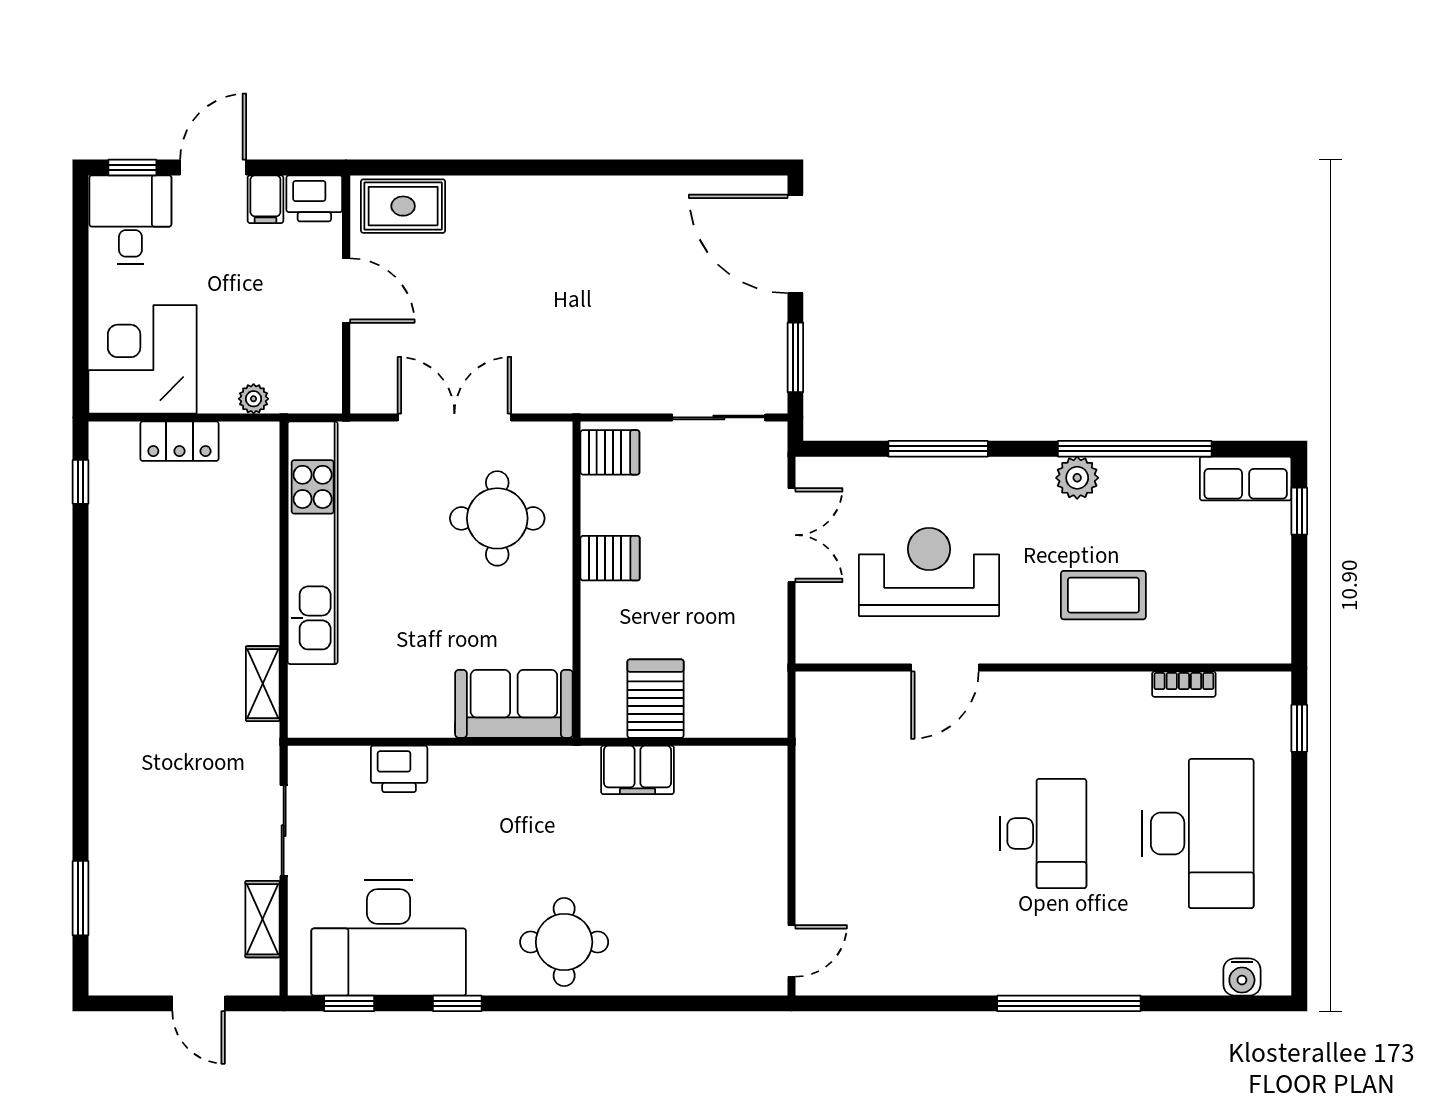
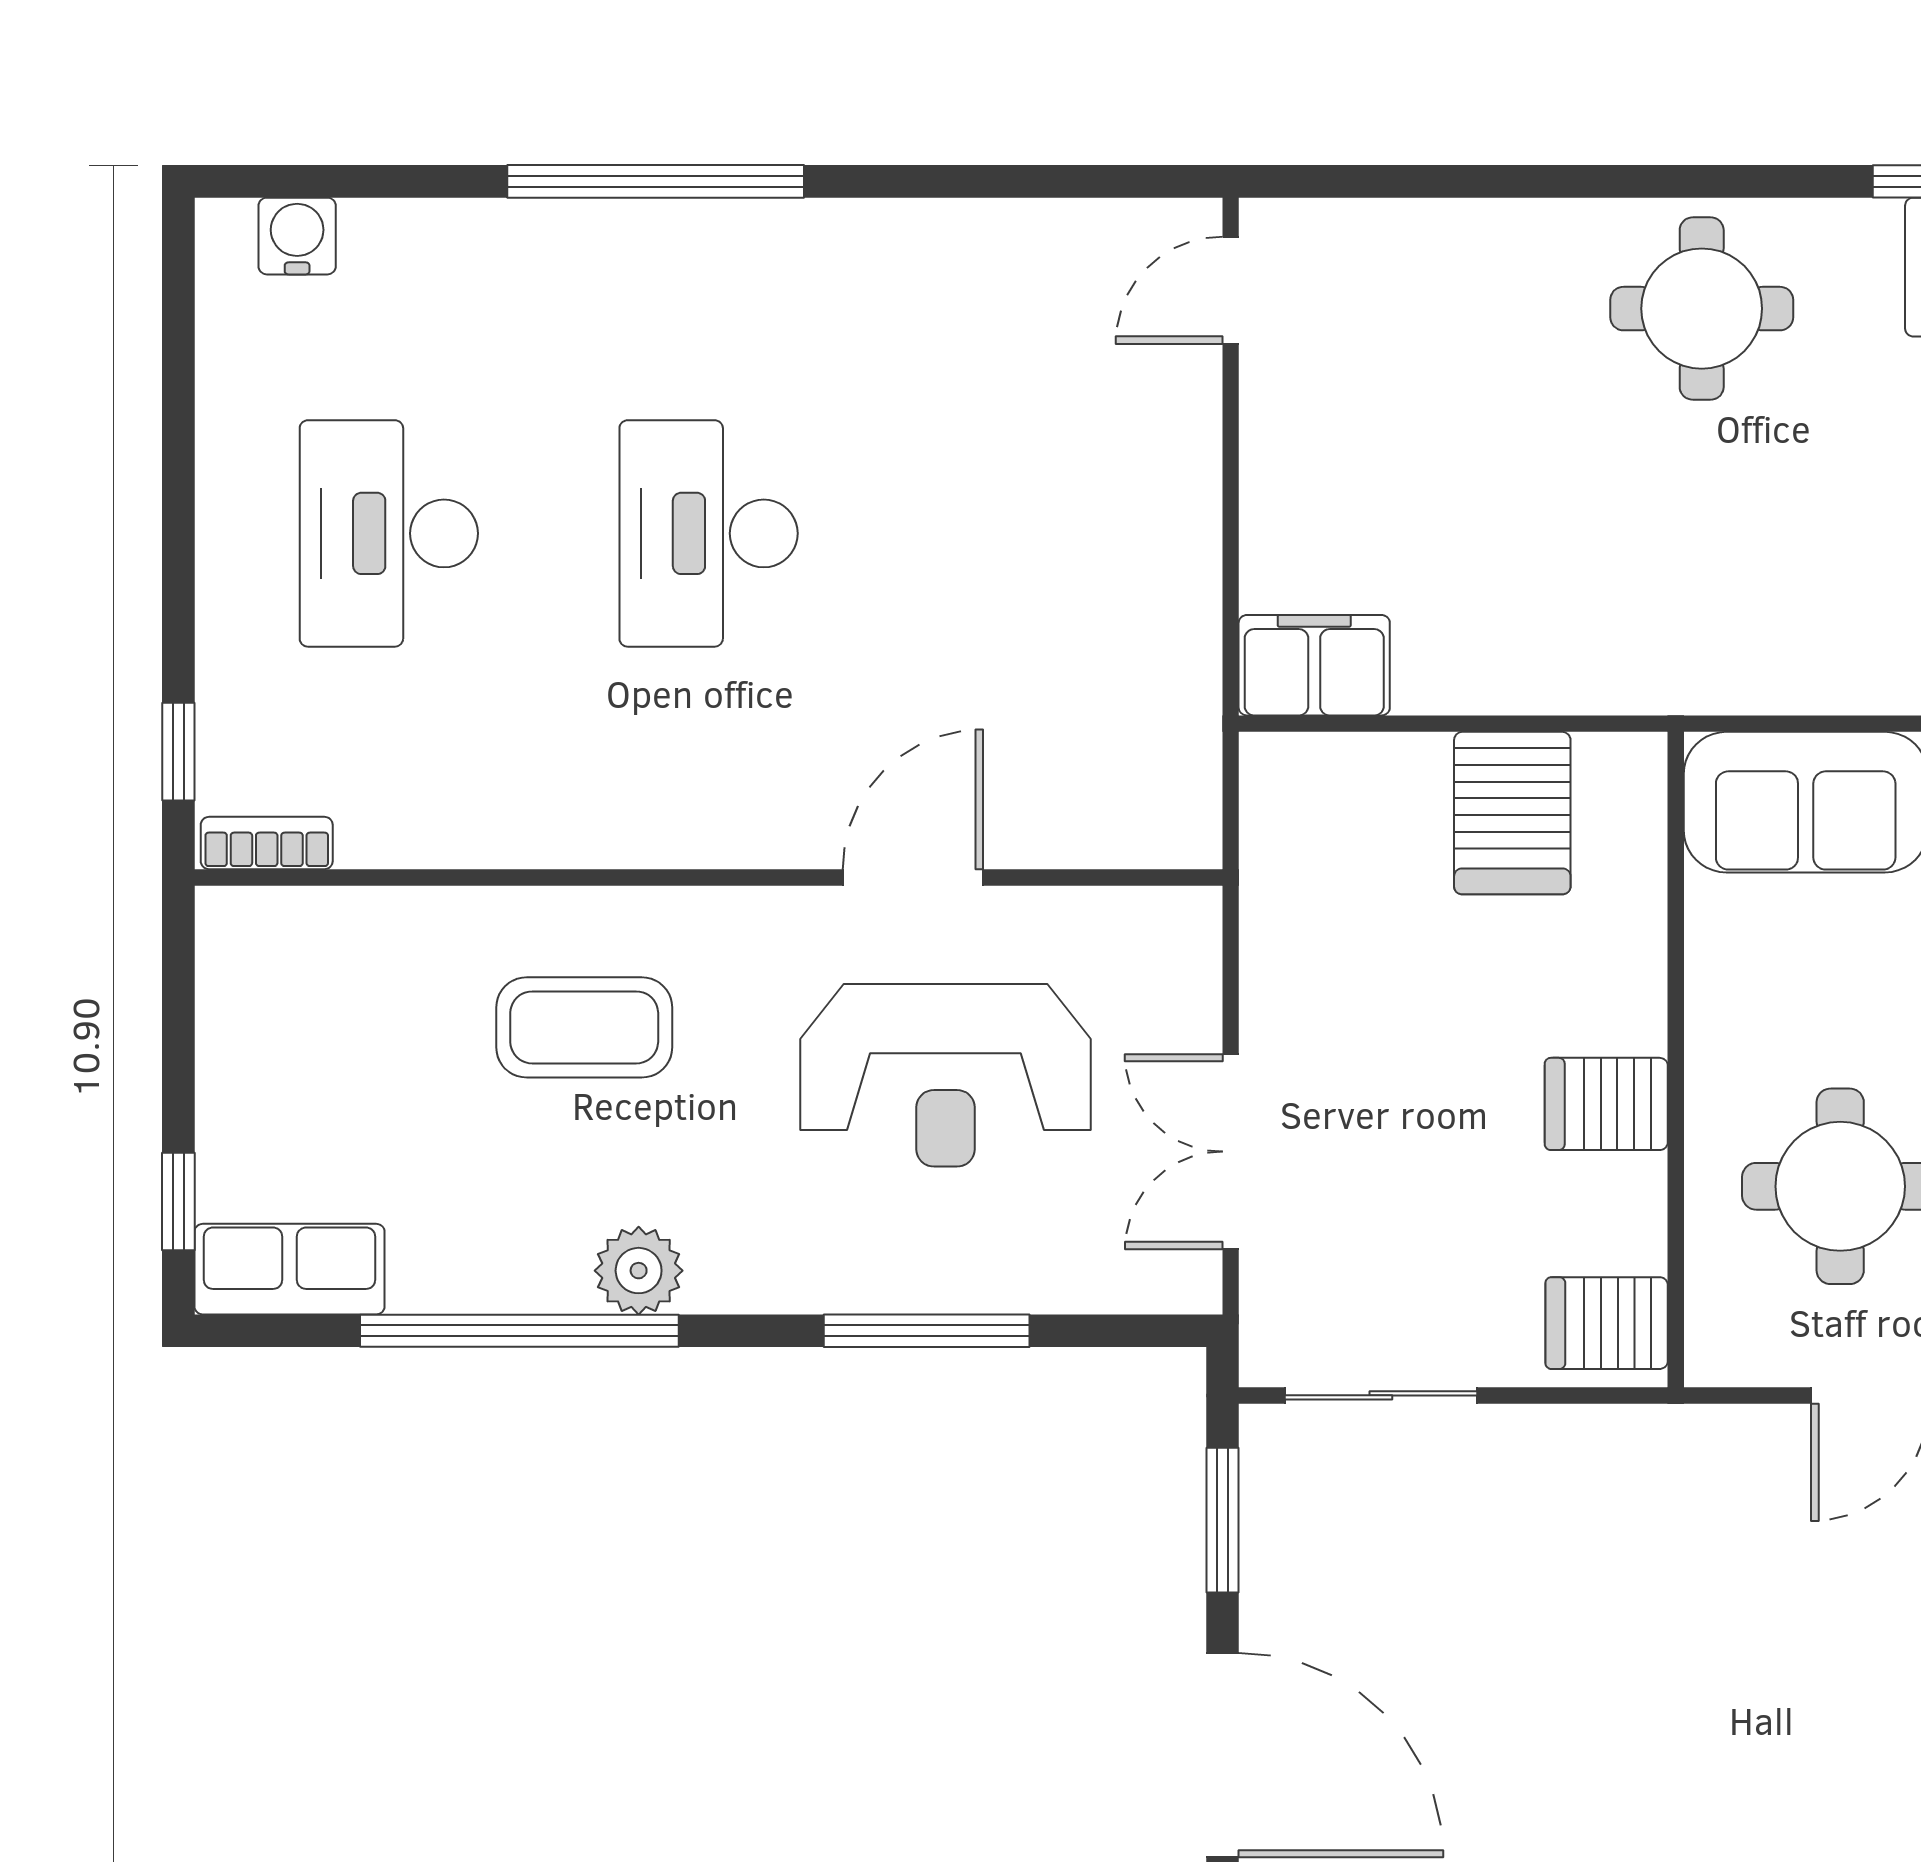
bookcase: (1184, 684) -> (267, 843), moved
filing cabinet: (638, 770) -> (1314, 665), moved
desk: (1198, 834) -> (389, 533), width x0.73, depth x0.77

